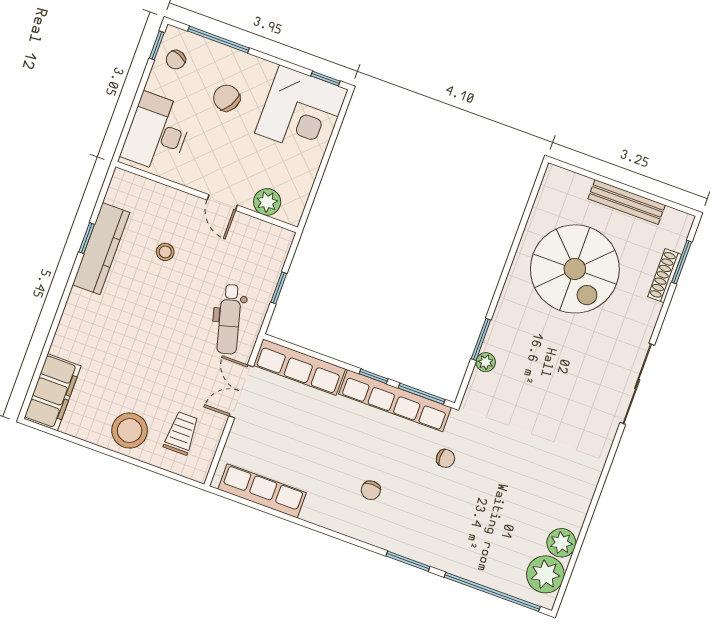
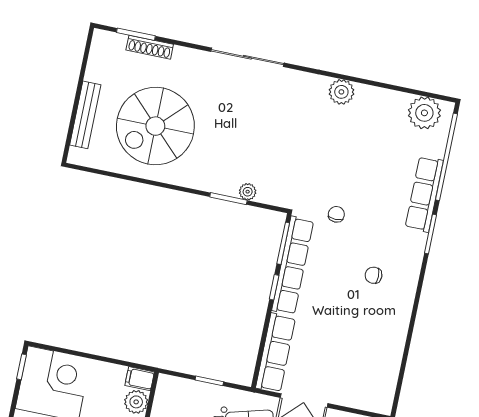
bench: (627, 202) -> (85, 115), moved
filing cabinet: (293, 210) -> (140, 379), added
spiral stairs: (575, 269) -> (155, 126), turned 180
chair: (371, 490) -> (374, 275), turned 180
row of seats: (262, 491) -> (424, 194), moved
plant: (561, 543) -> (341, 92), moved

